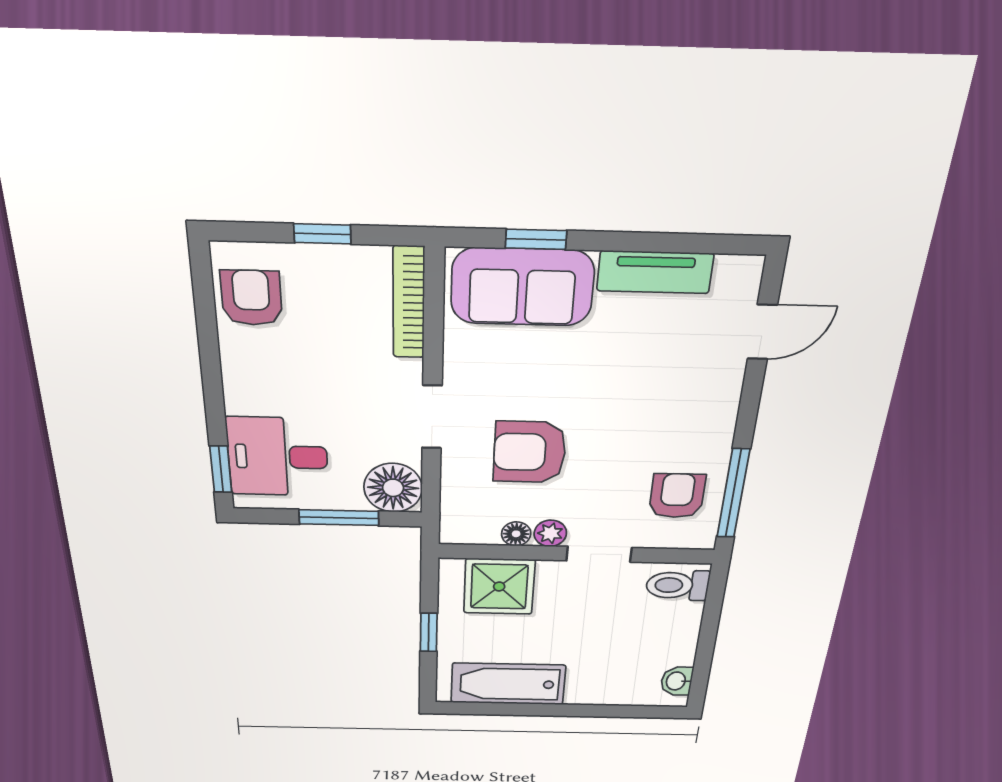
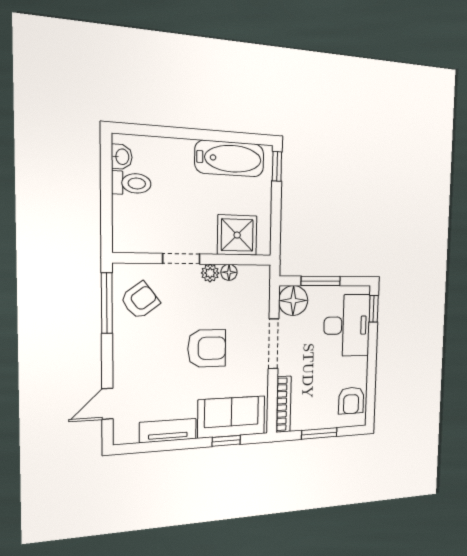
window: (322, 234) -> (319, 433), width x1.50
doorway: (432, 417) -> (273, 344), width x1.38
armchair: (530, 452) -> (207, 348), moved
desk: (278, 457) -> (347, 325), width x1.37
armchair: (677, 496) -> (140, 300), turned -127
toilet: (678, 585) -> (131, 183), moved
window: (429, 632) -> (277, 166), moved

